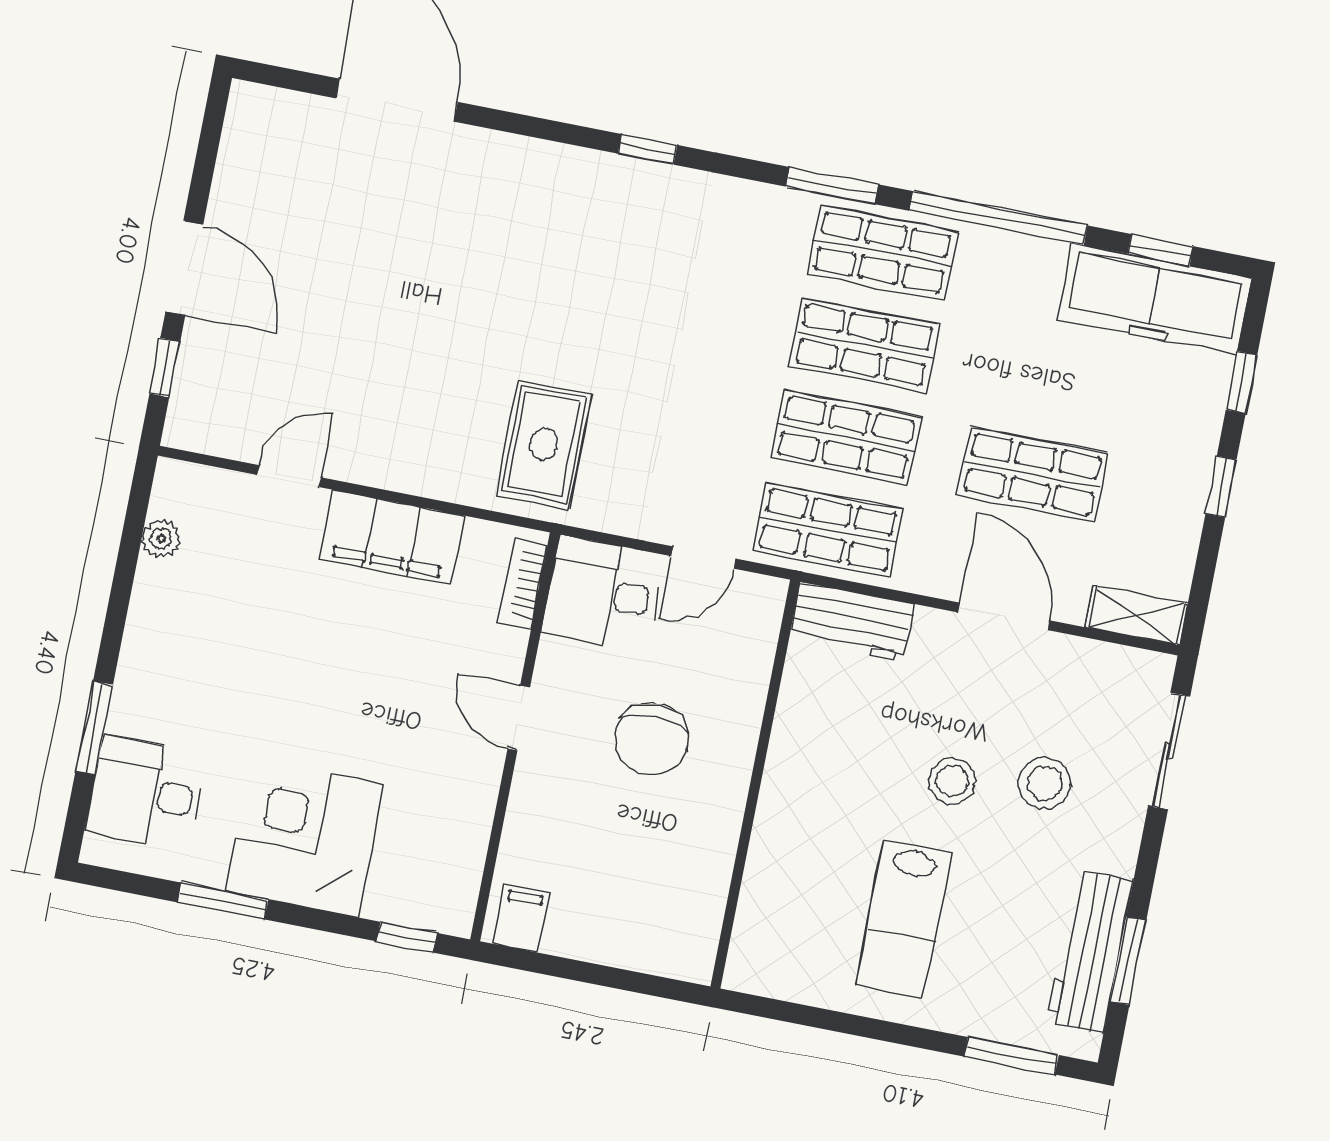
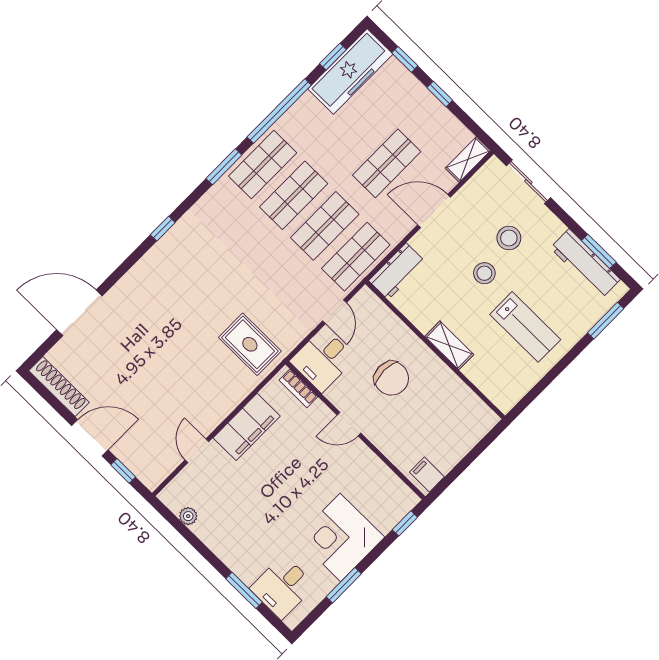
shoe rack: (240, 151) -> (59, 387), added
shelving: (780, 804) -> (449, 345), added

